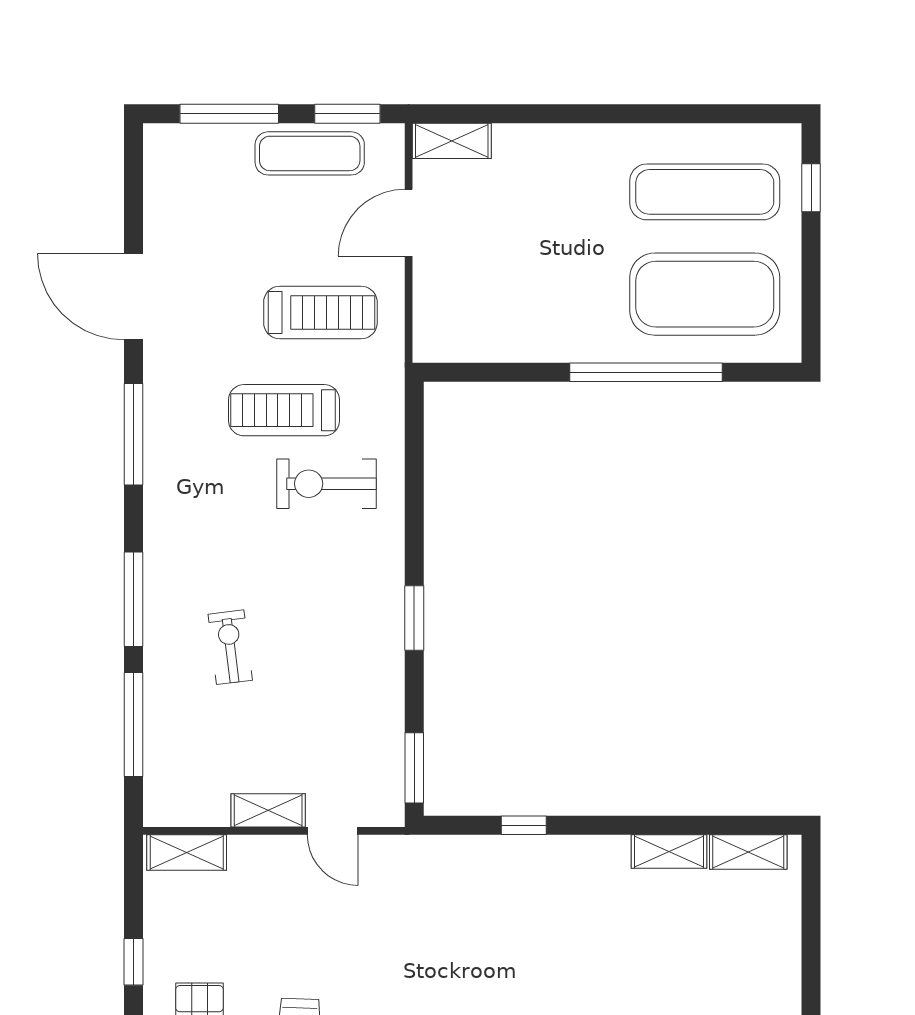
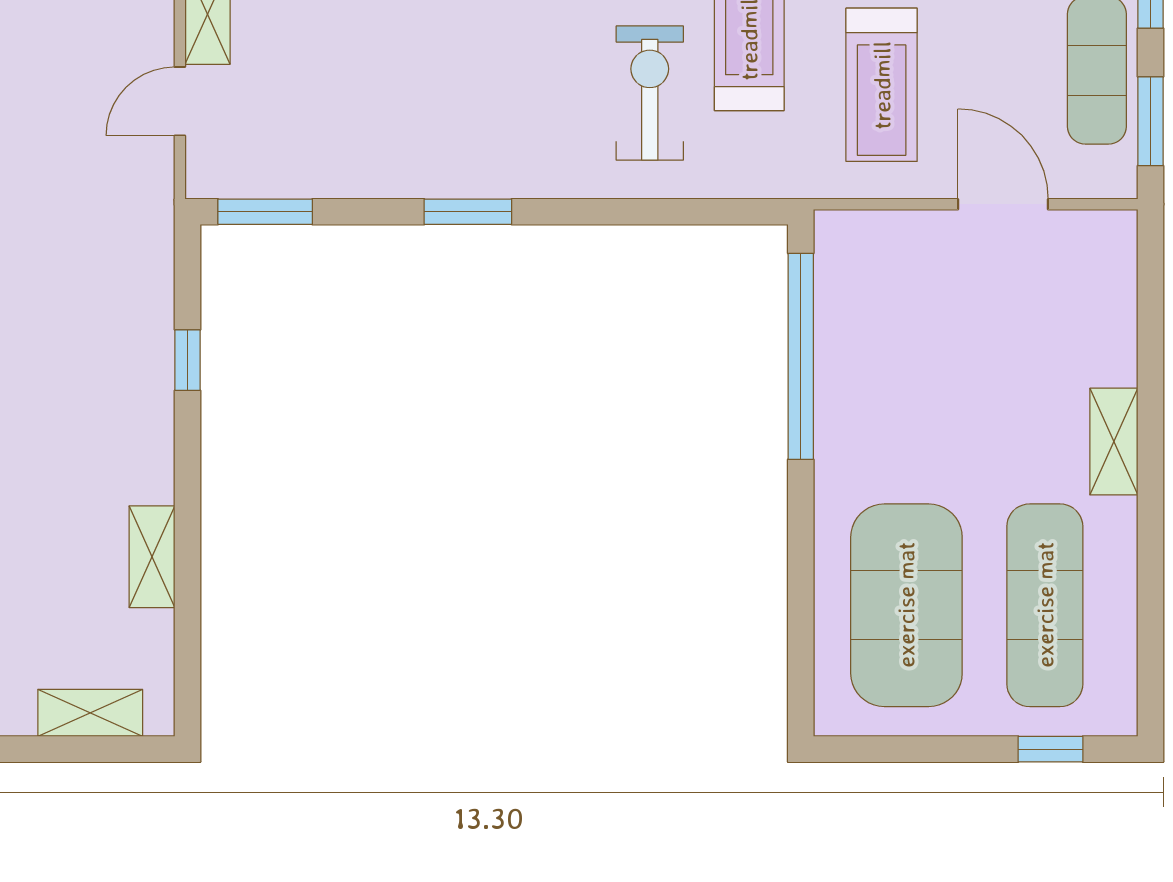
shelving: (452, 141) -> (1114, 442), moved
window: (646, 372) -> (801, 356), moved
shelving: (748, 852) -> (90, 713), moved, turned 90

